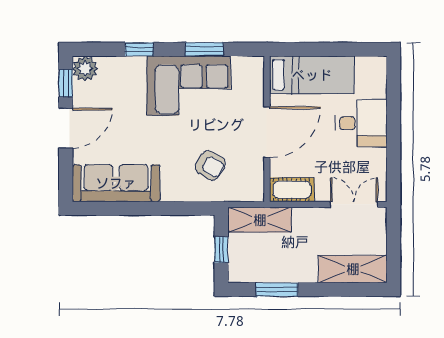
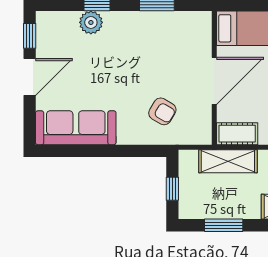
plant: (85, 69) -> (91, 22), moved
corner sofa: (189, 86) -> (143, 38), removed
shelving: (260, 220) -> (228, 161), moved

